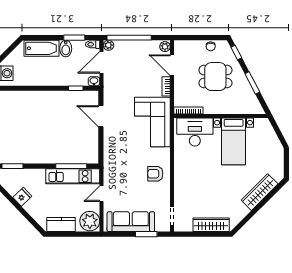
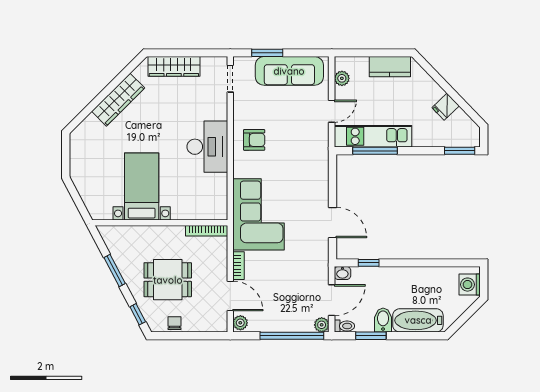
desk: (195, 132) -> (207, 147), moved, turned -90
wardrobe: (260, 192) -> (118, 100), moved
plant: (90, 221) -> (342, 78), width x0.53, depth x0.53

